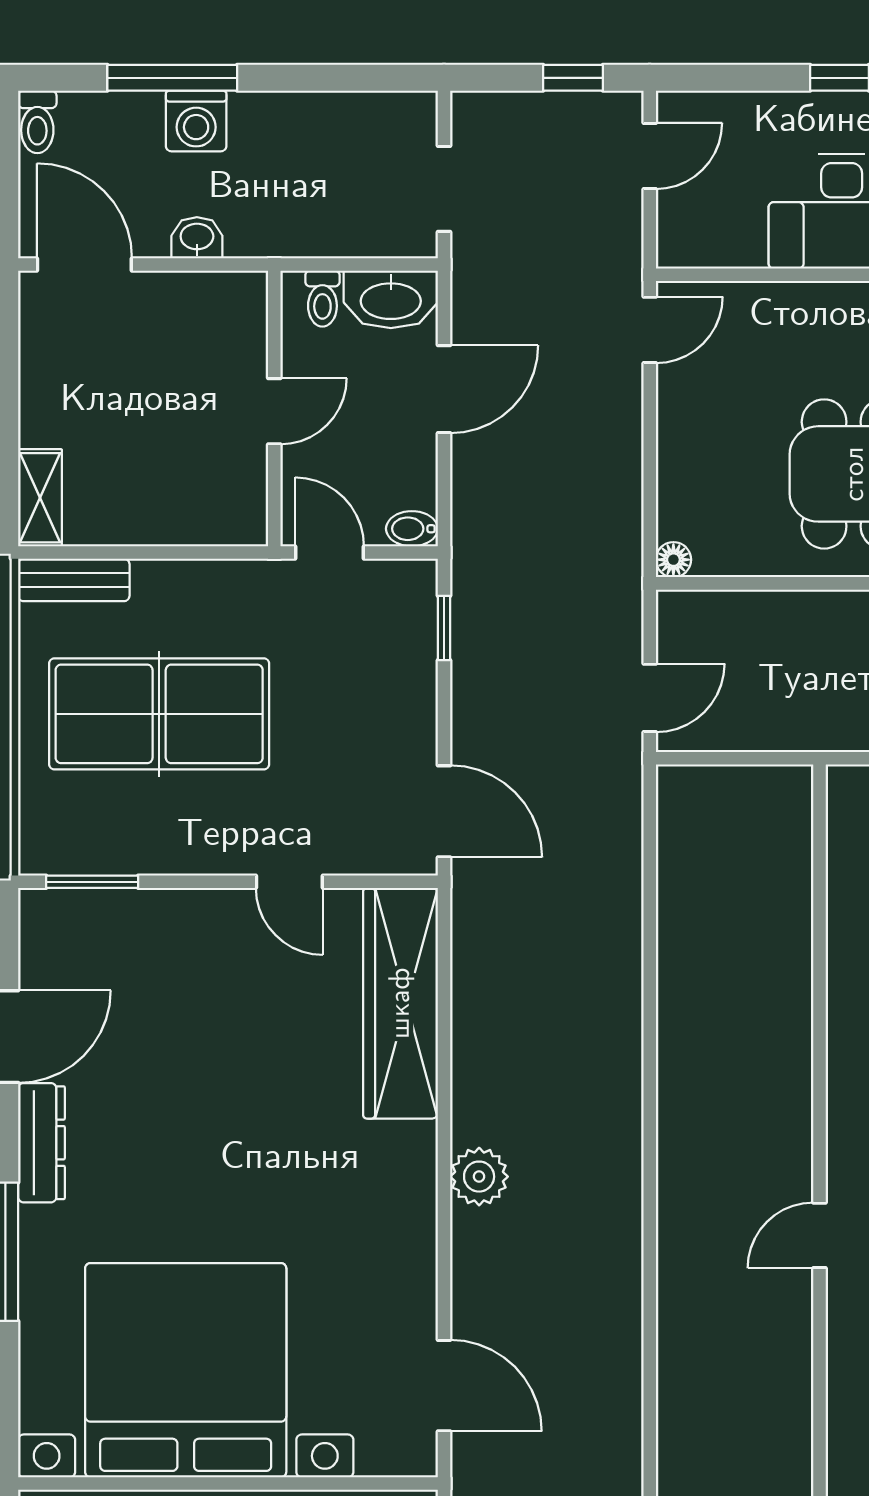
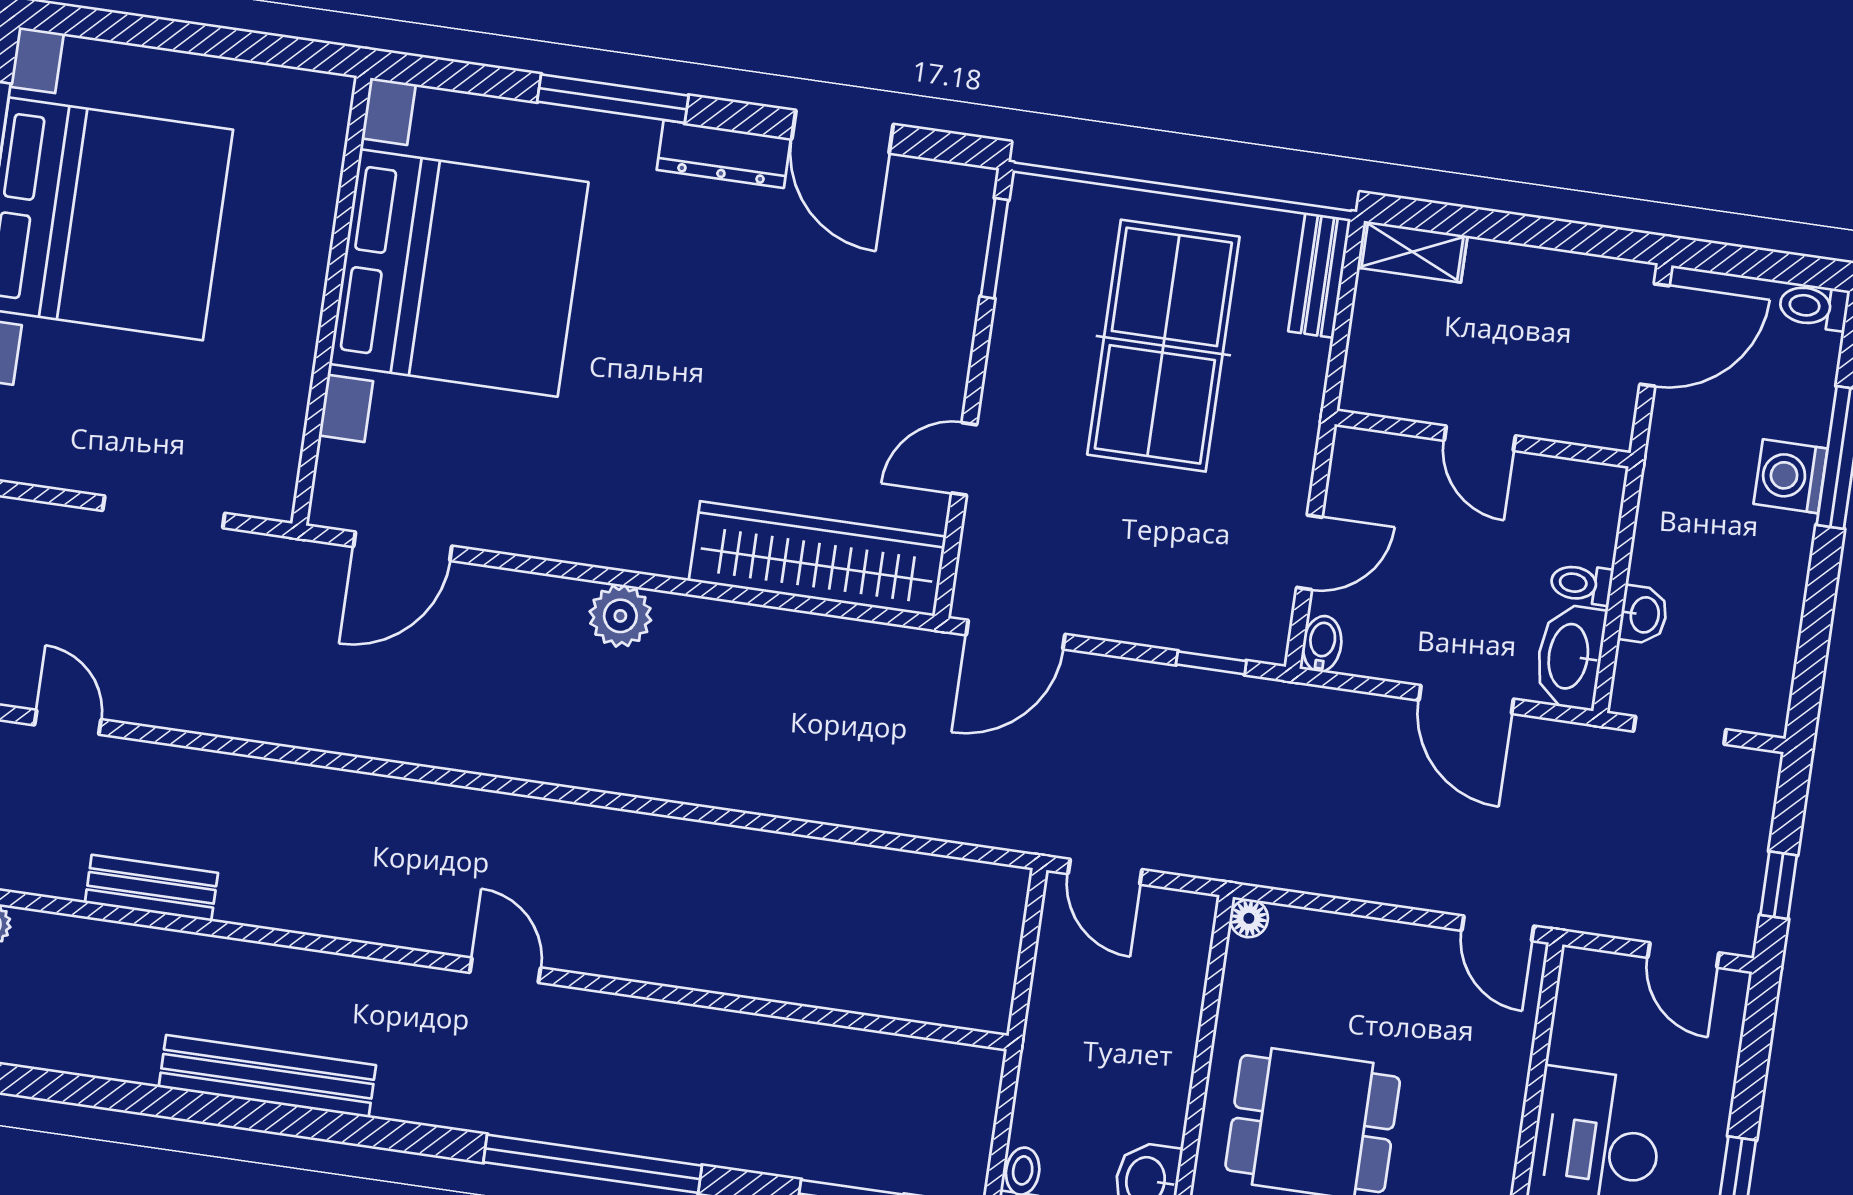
washbasin: (197, 238) -> (1643, 615), moved
wall: (274, 409) -> (1483, 439), moved
door: (274, 411) -> (1480, 438), moved

